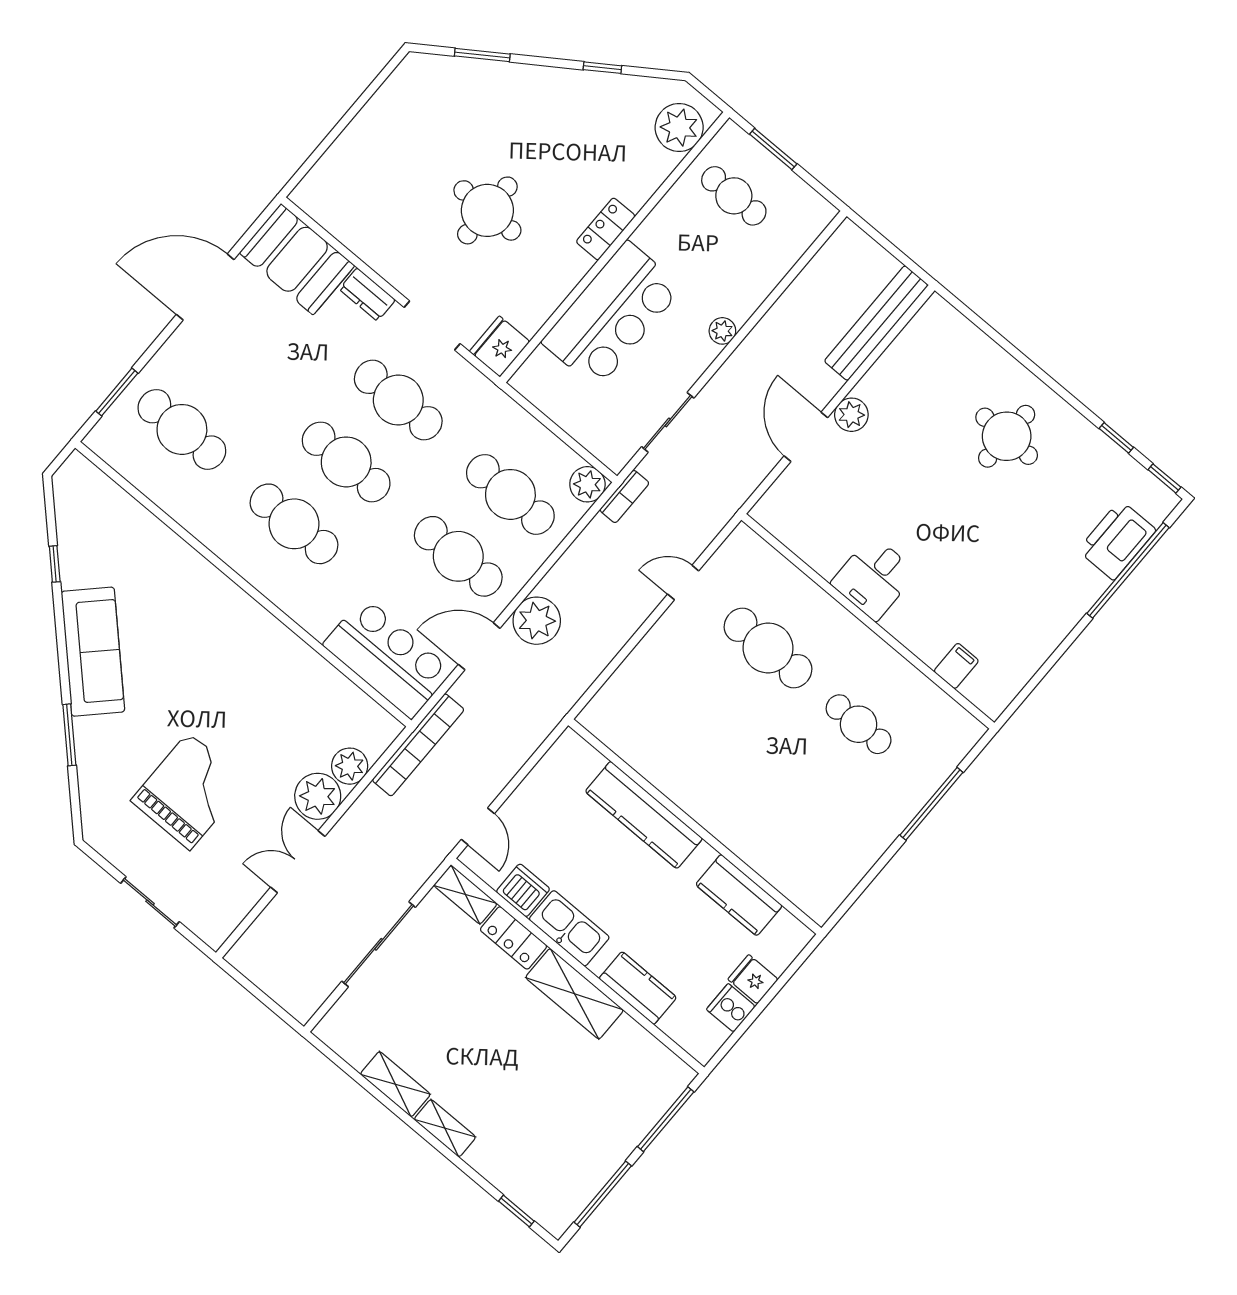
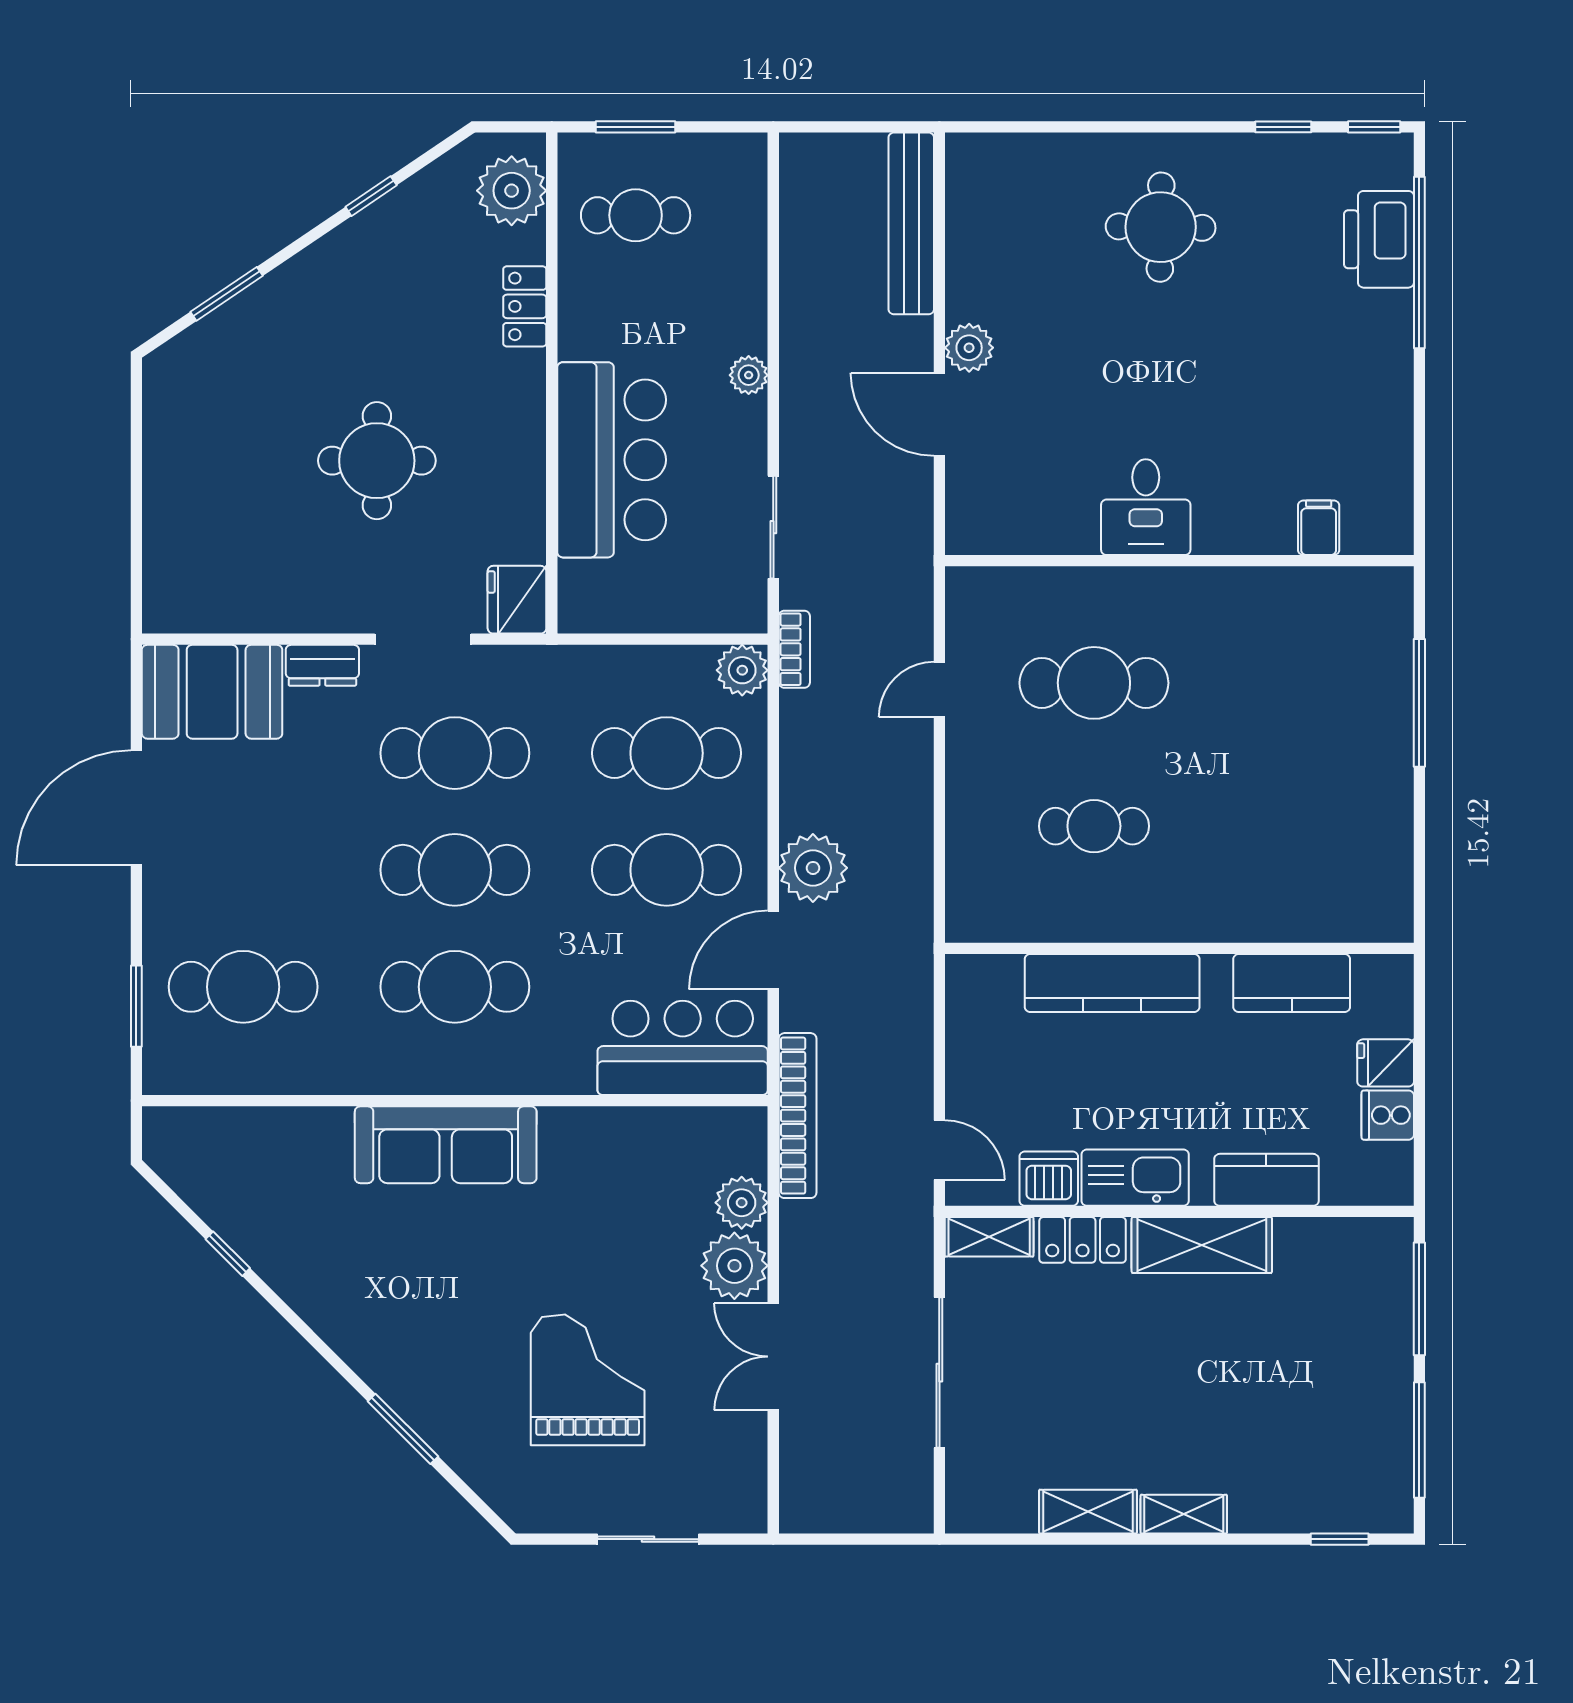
locker: (606, 229) -> (525, 306), moved
sofa: (93, 652) -> (446, 1145), moved, turned 135
cafe table: (859, 724) -> (1094, 826), moved

